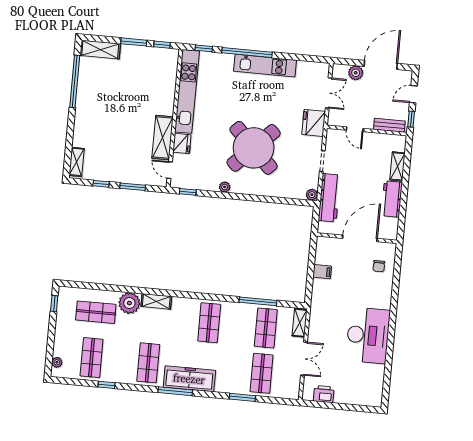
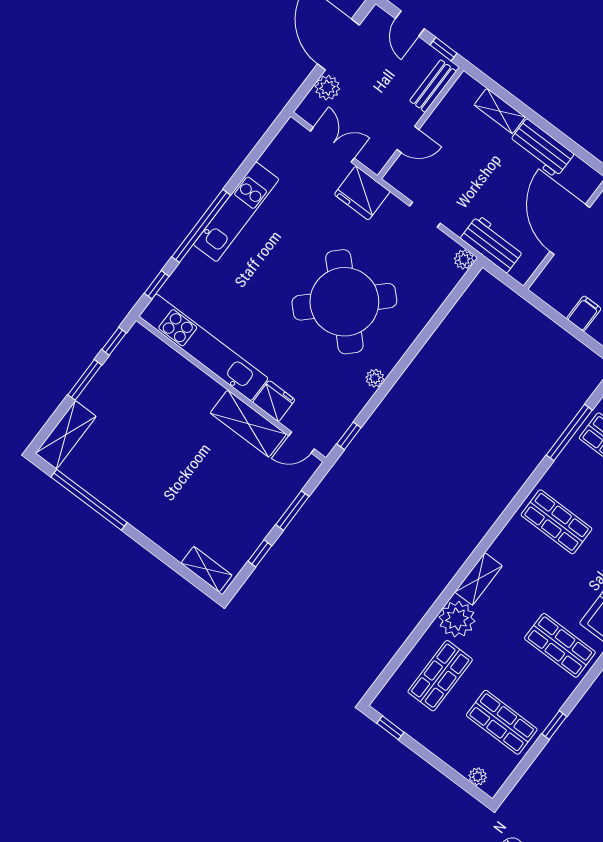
workbench: (329, 198) -> (492, 244), width x0.73

